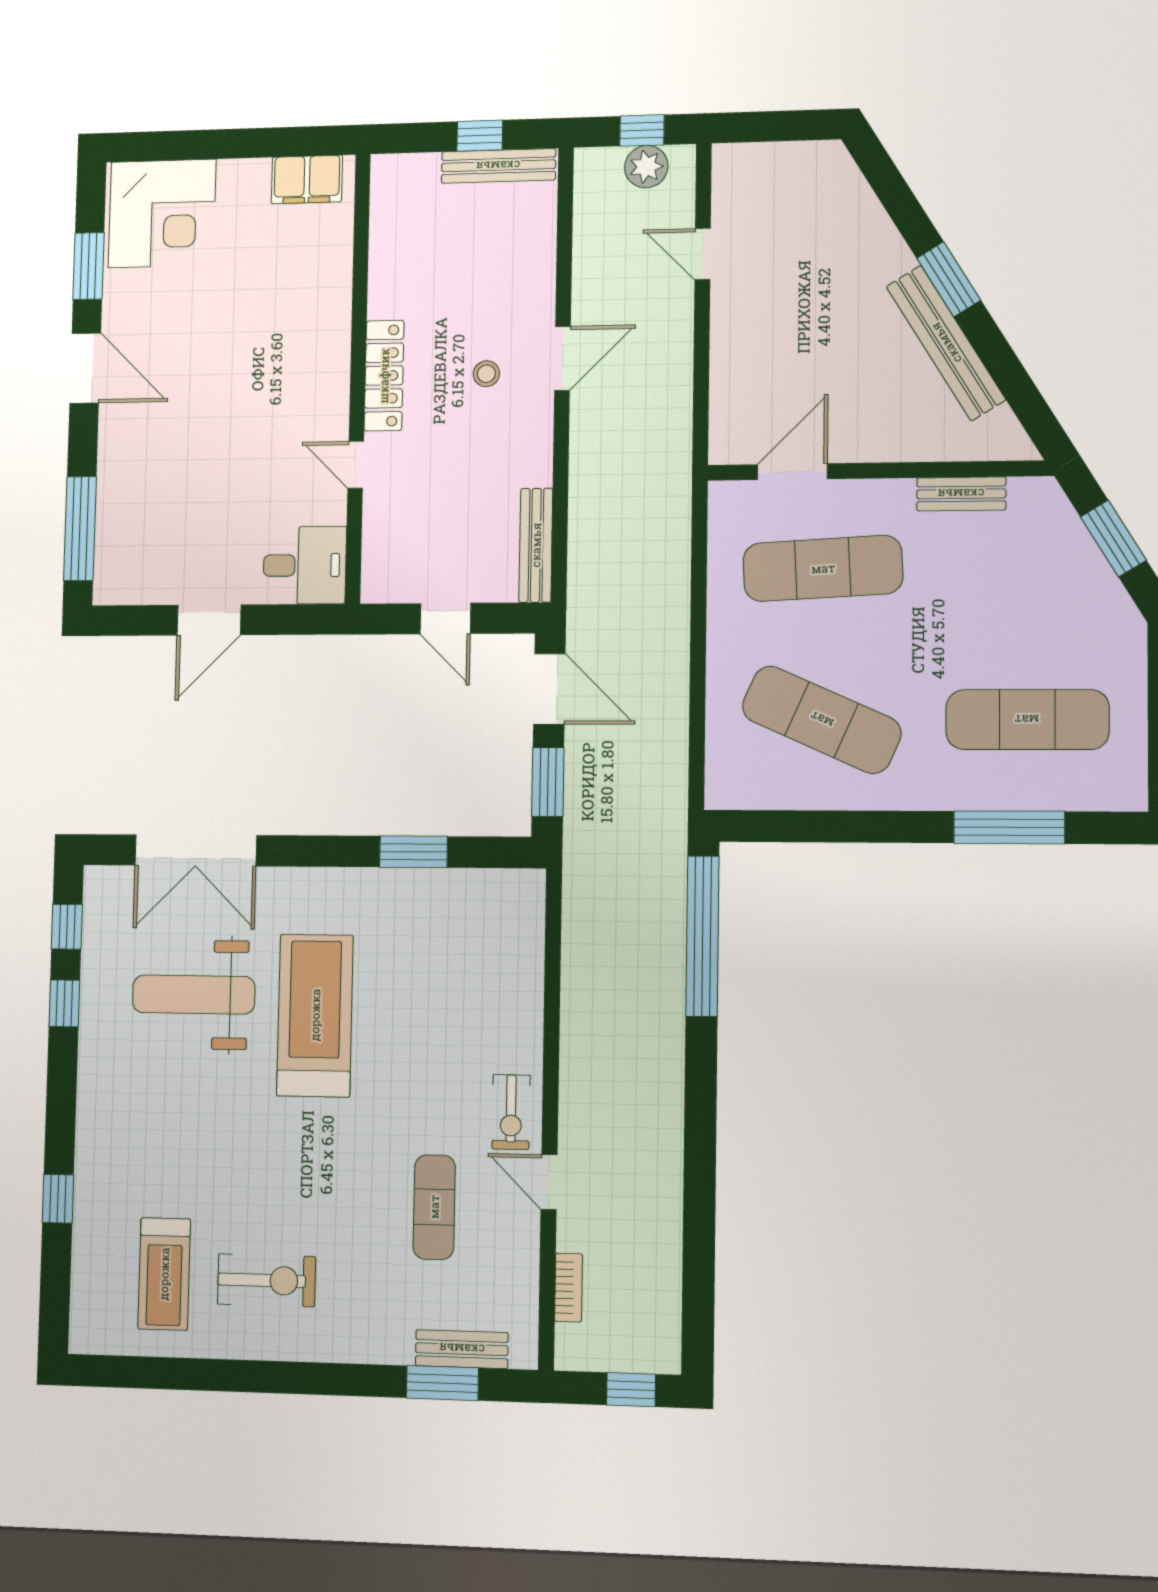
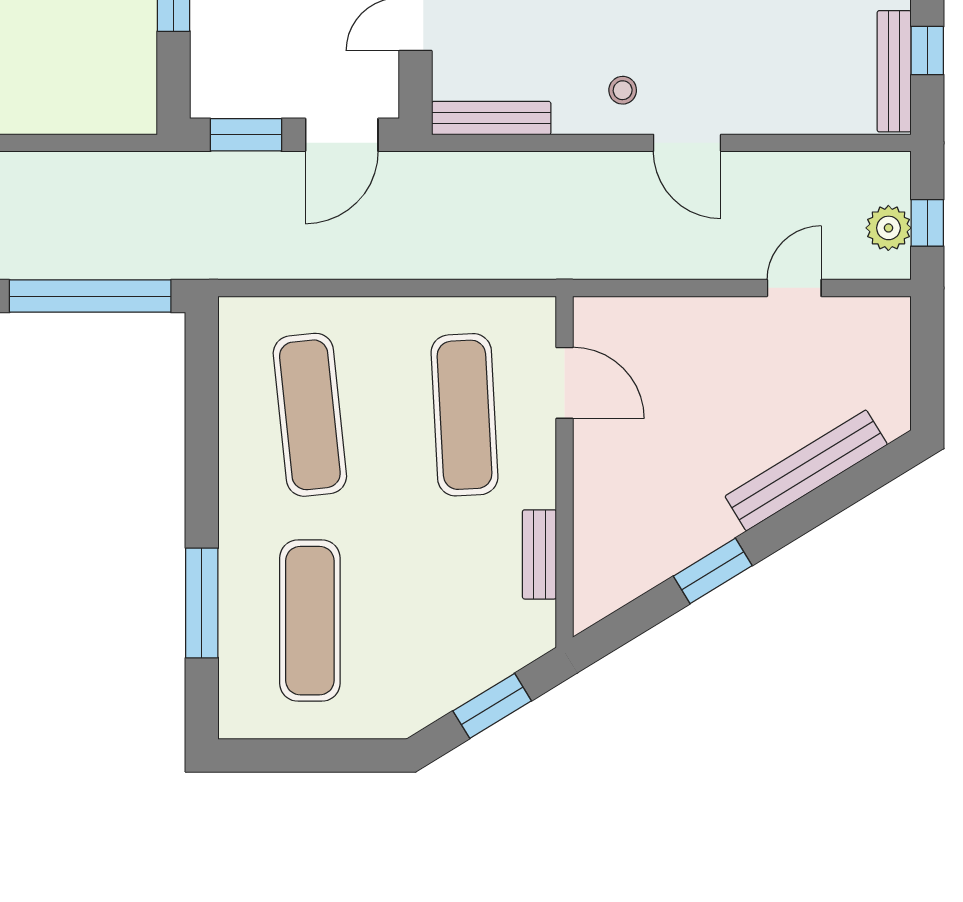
window: (949, 279) -> (713, 571), moved
bench: (946, 343) -> (806, 470), moved
stool: (486, 374) -> (623, 90), moved
exercise mat: (822, 720) -> (310, 415), turned -30

